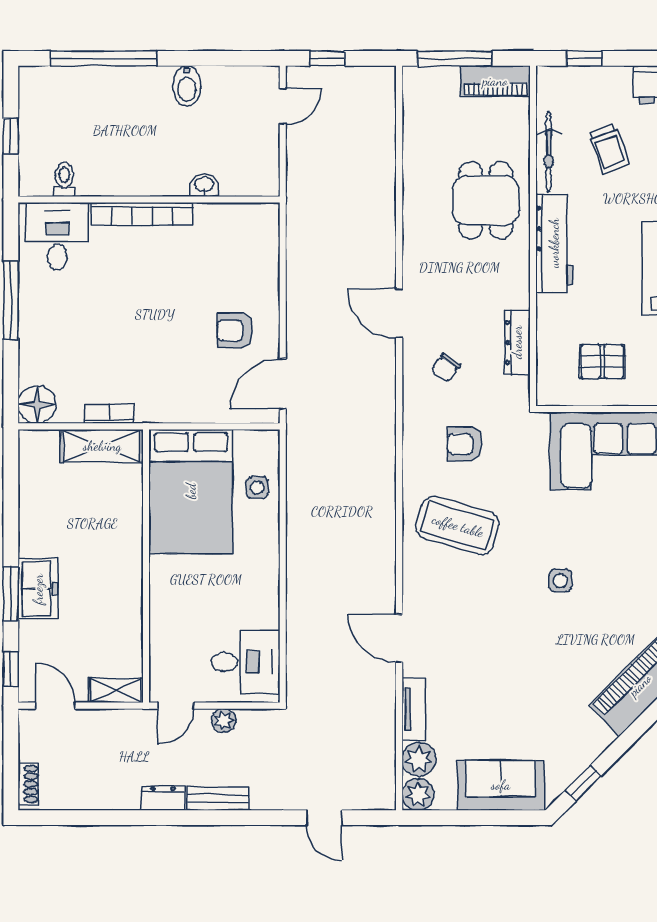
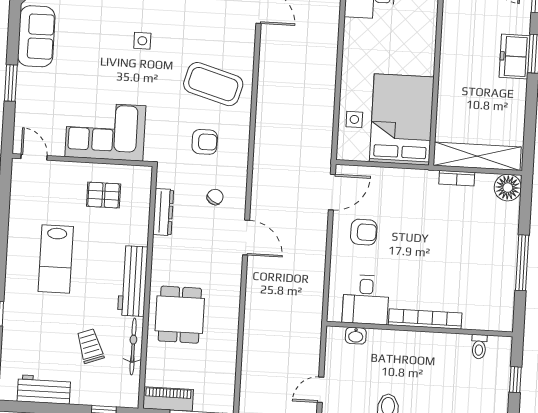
washbasin: (204, 185) -> (356, 336), moved
desk: (57, 236) -> (366, 300), moved
shelving: (102, 446) -> (477, 156), width x1.47

